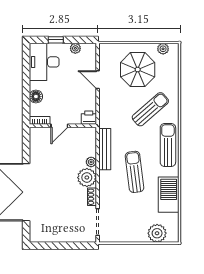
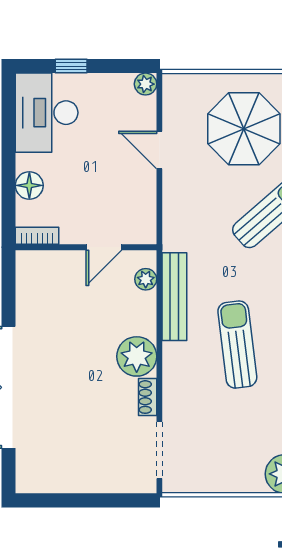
plant: (75, 48) -> (146, 84), moved
printer: (89, 118) -> (141, 230), removed
door: (59, 126) -> (104, 247), moved
plant: (91, 162) -> (146, 279), moved

